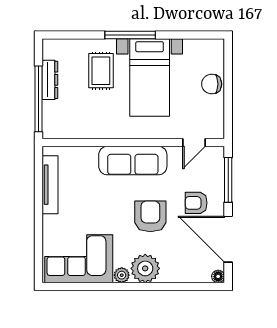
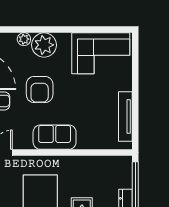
sofa: (133, 161) -> (55, 137), width x0.73
plant: (122, 275) -> (24, 39), moved

